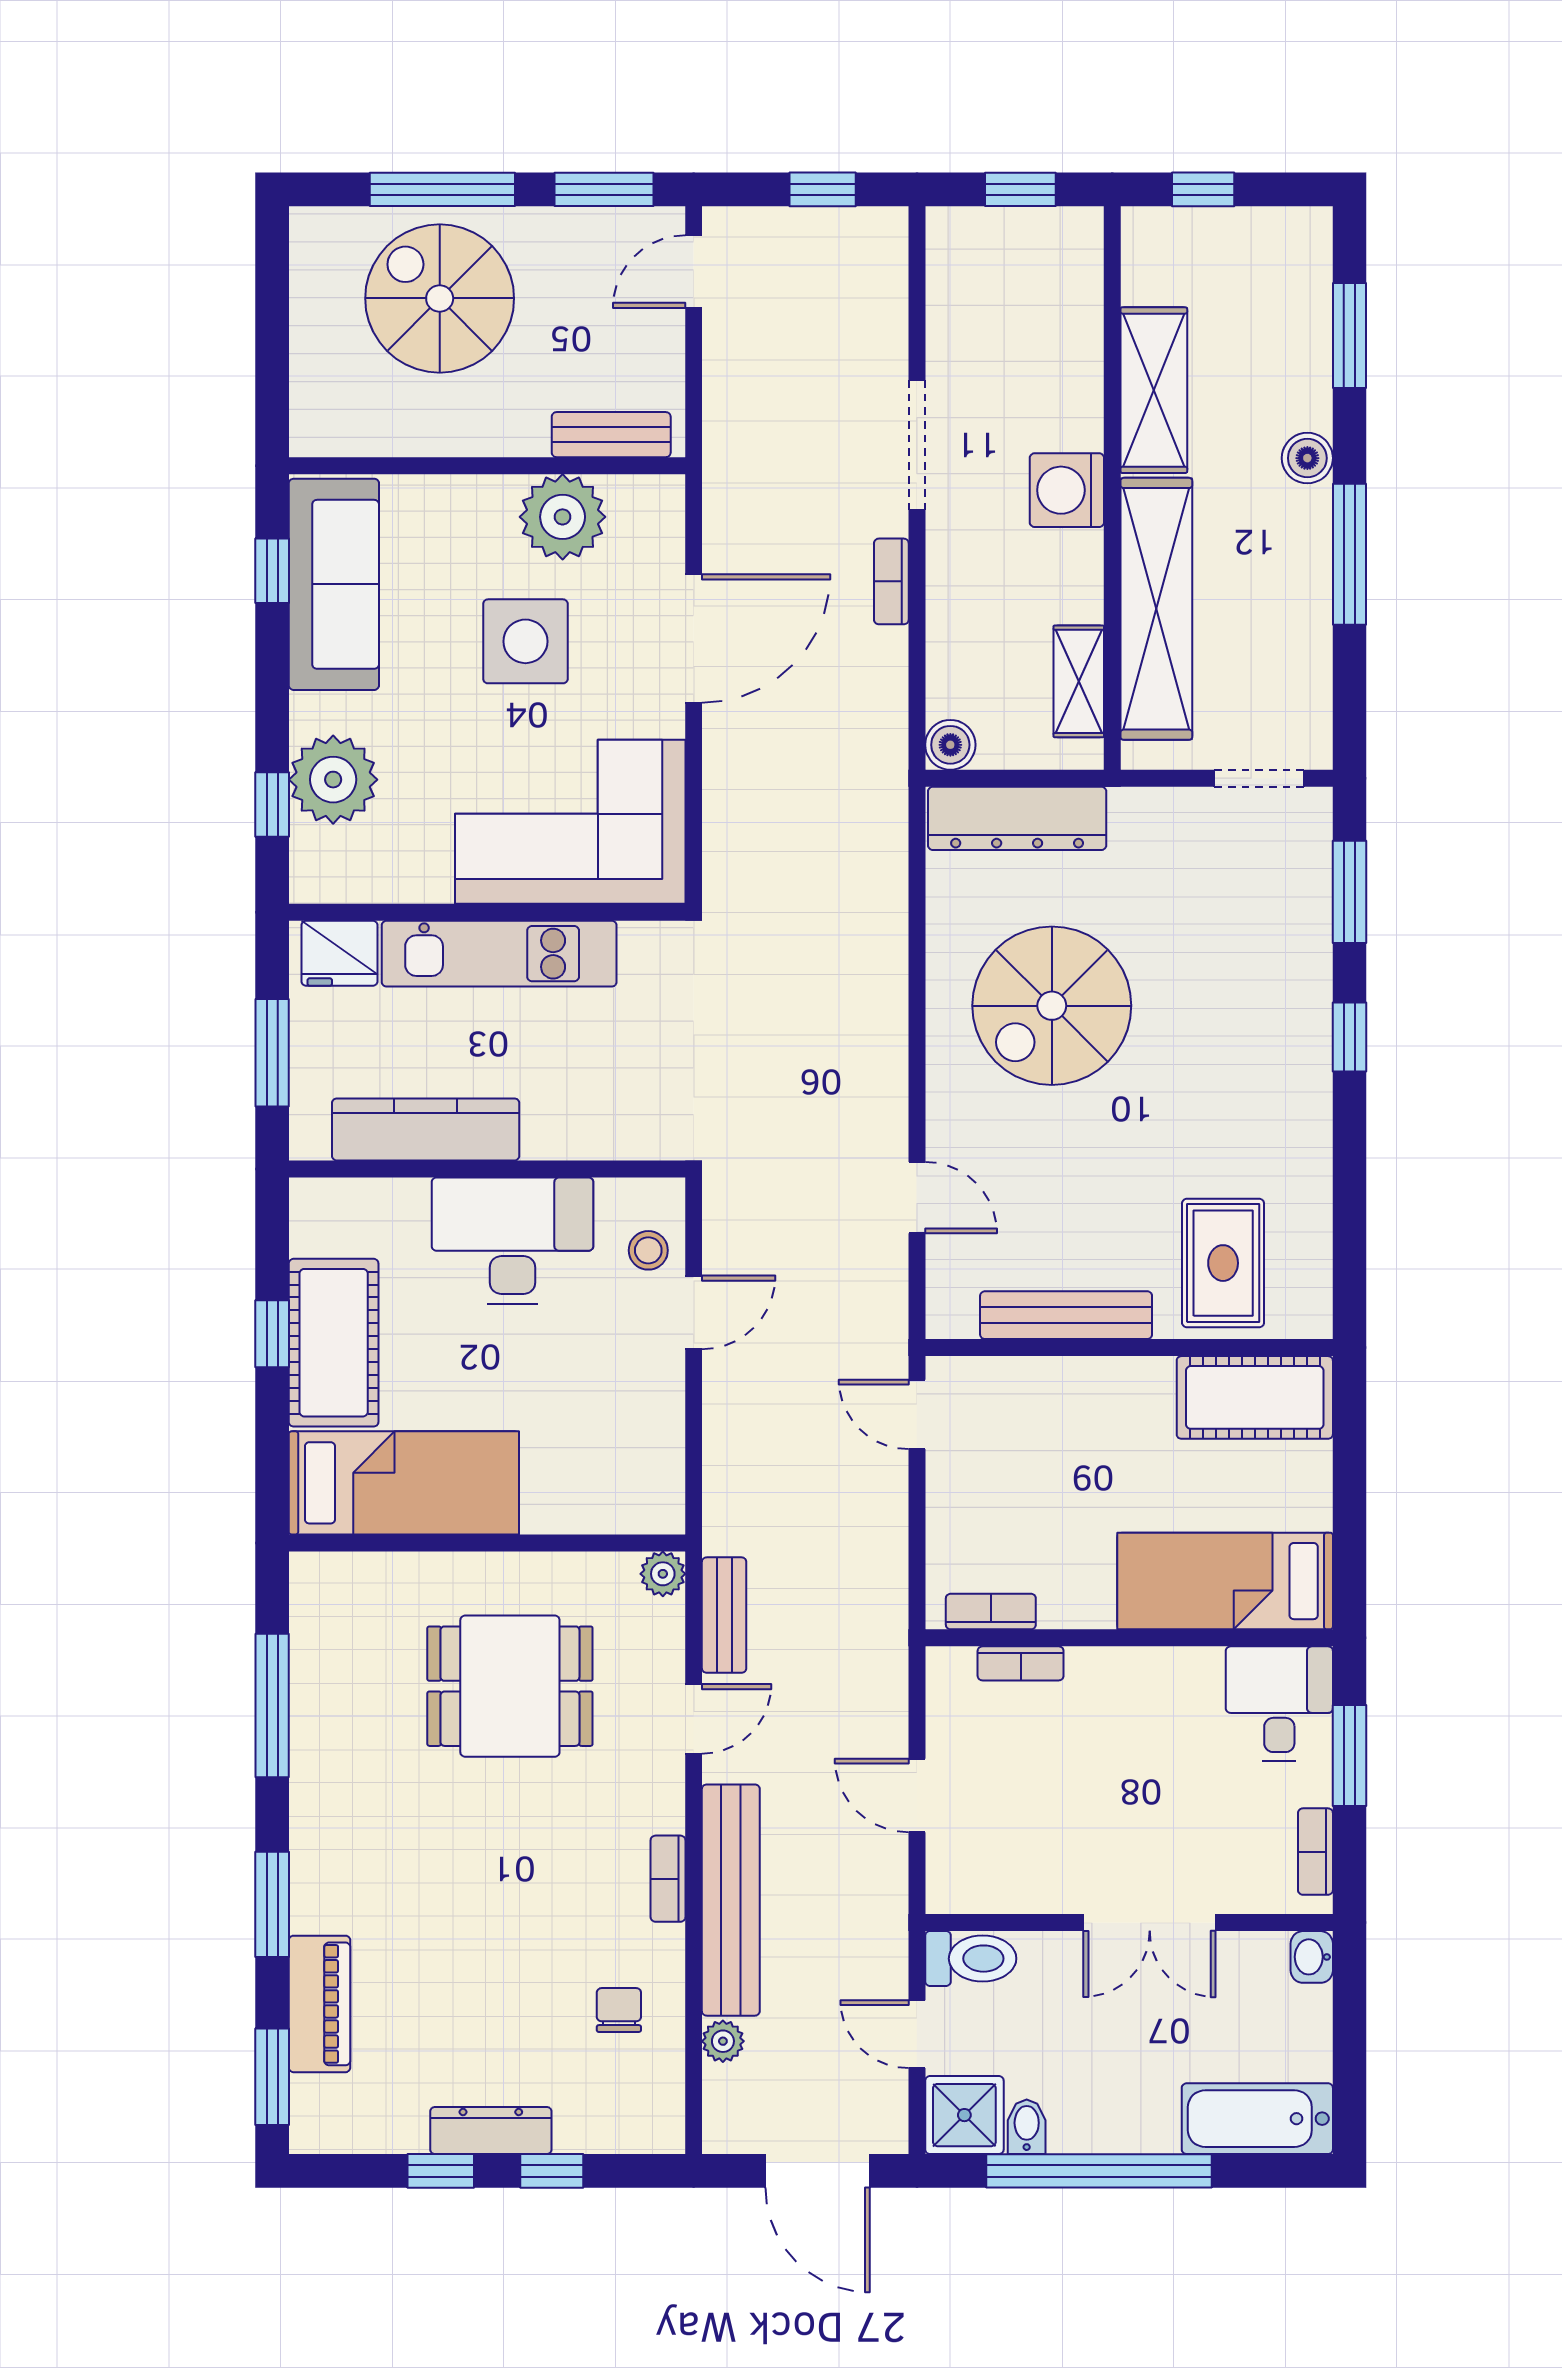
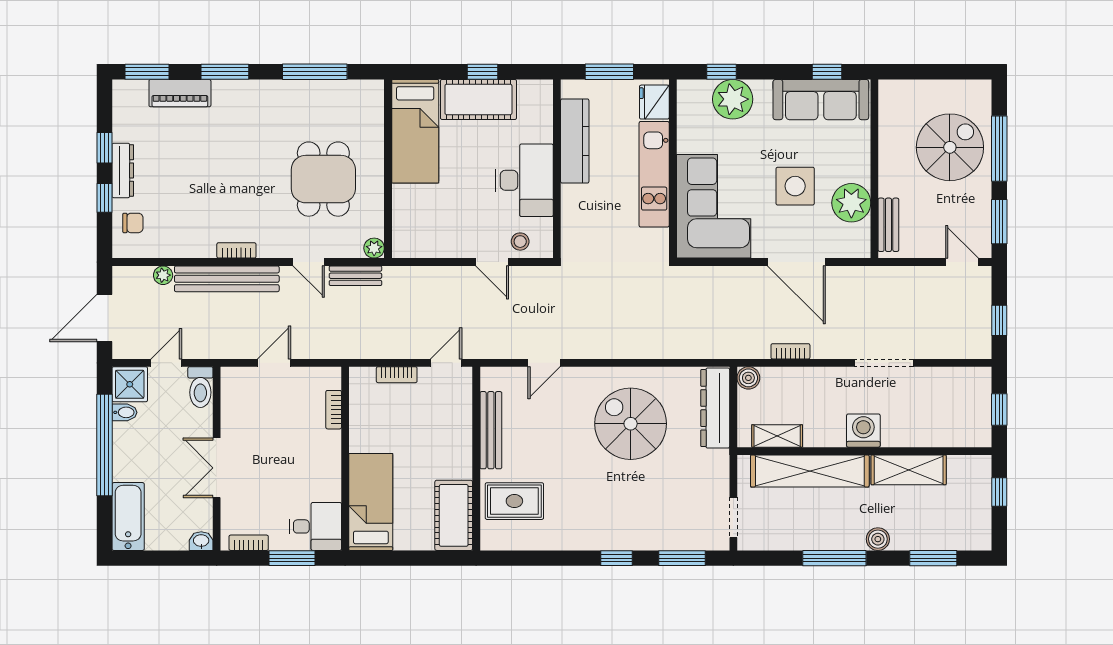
bookcase: (891, 581) -> (790, 351), moved
bookcase: (991, 1612) -> (397, 375), moved, turned 90
chair: (619, 2010) -> (133, 223), moved

